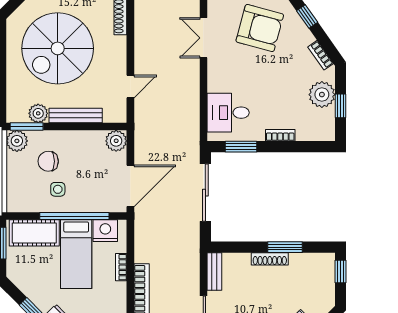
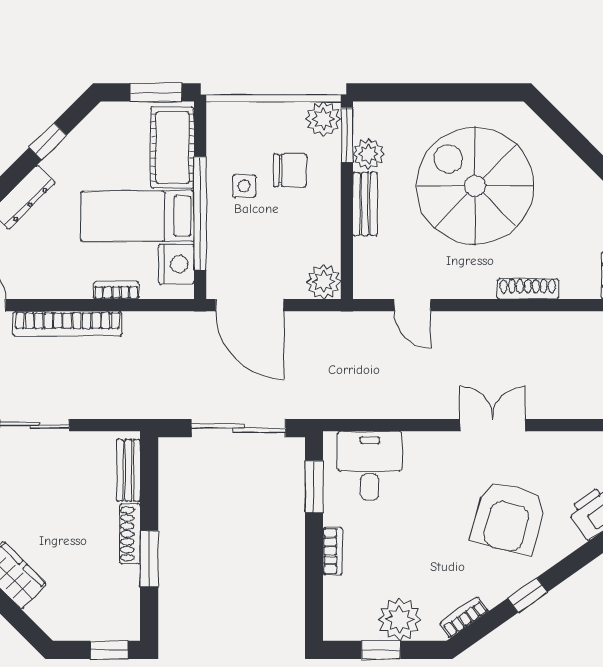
bench: (76, 115) -> (365, 204), width x0.73
chair: (48, 161) -> (290, 170), turned 90
bench: (214, 271) -> (128, 470), moved, turned 90

